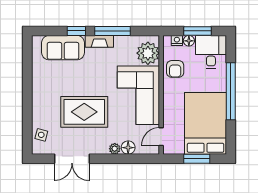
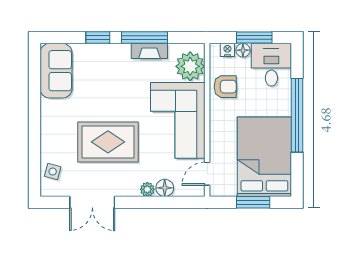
fireplace: (99, 41) -> (149, 51), moved
sofa: (63, 48) -> (56, 71), moved, turned -90
armchair: (175, 69) -> (225, 87), turned -90

